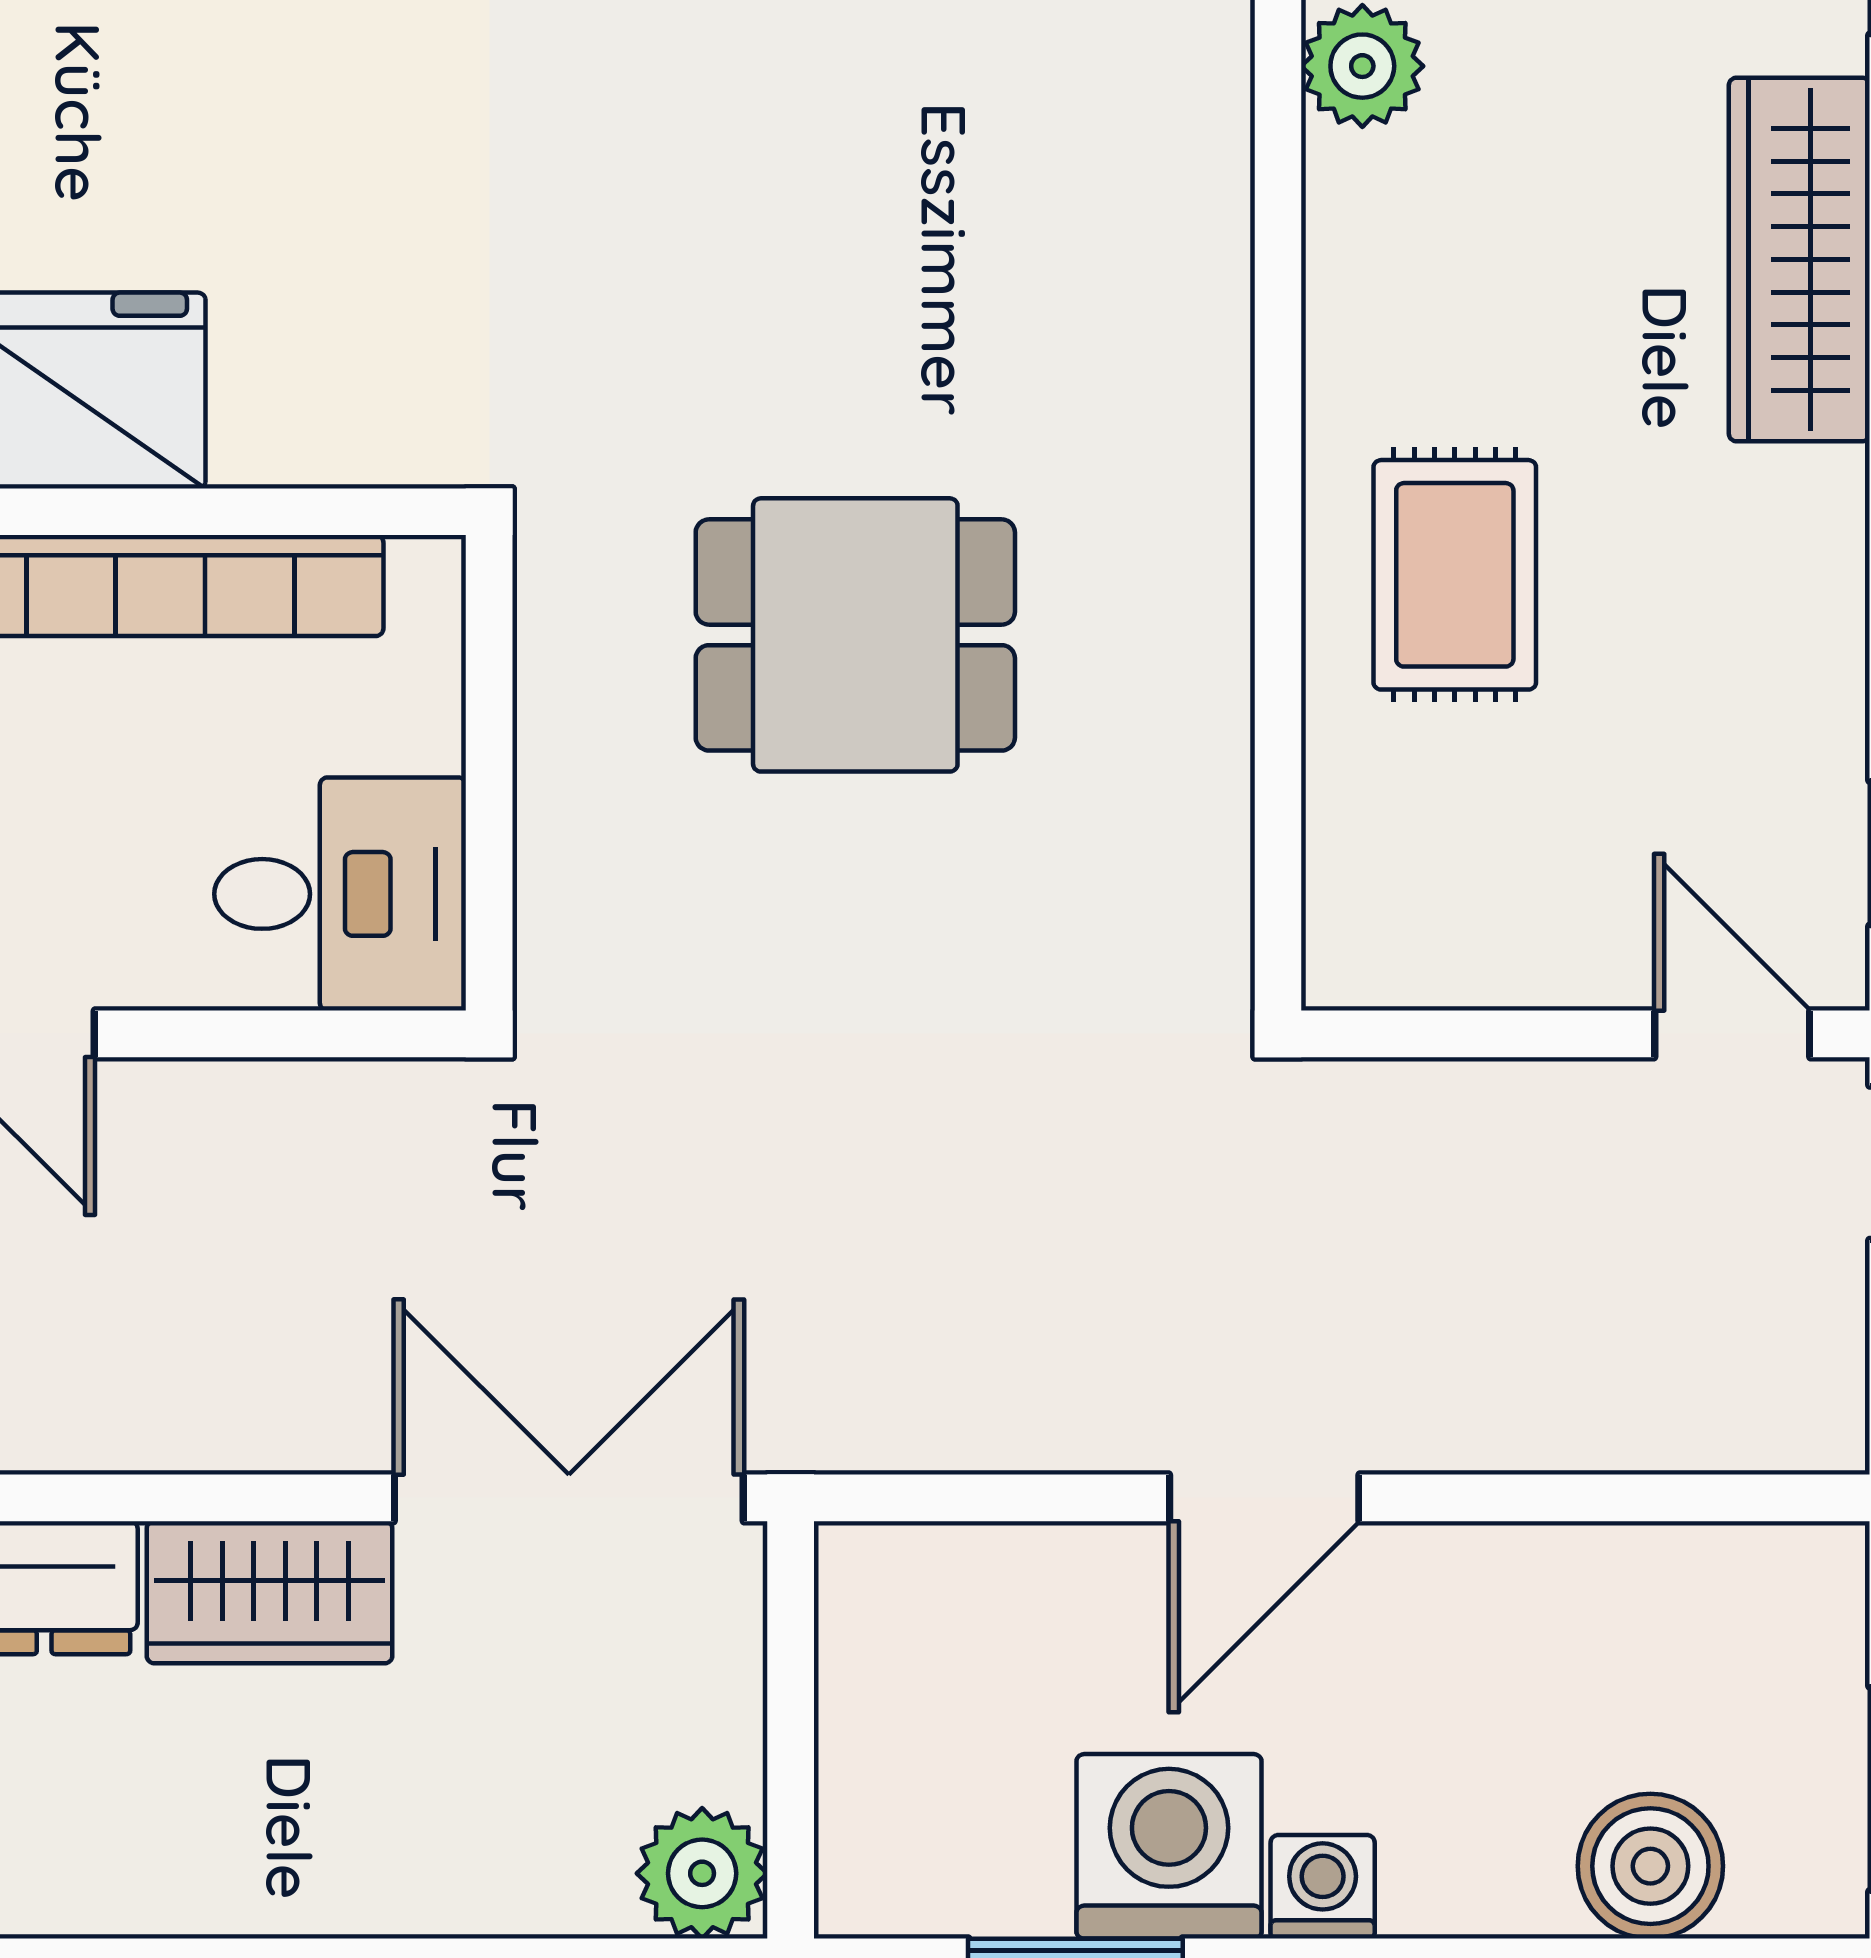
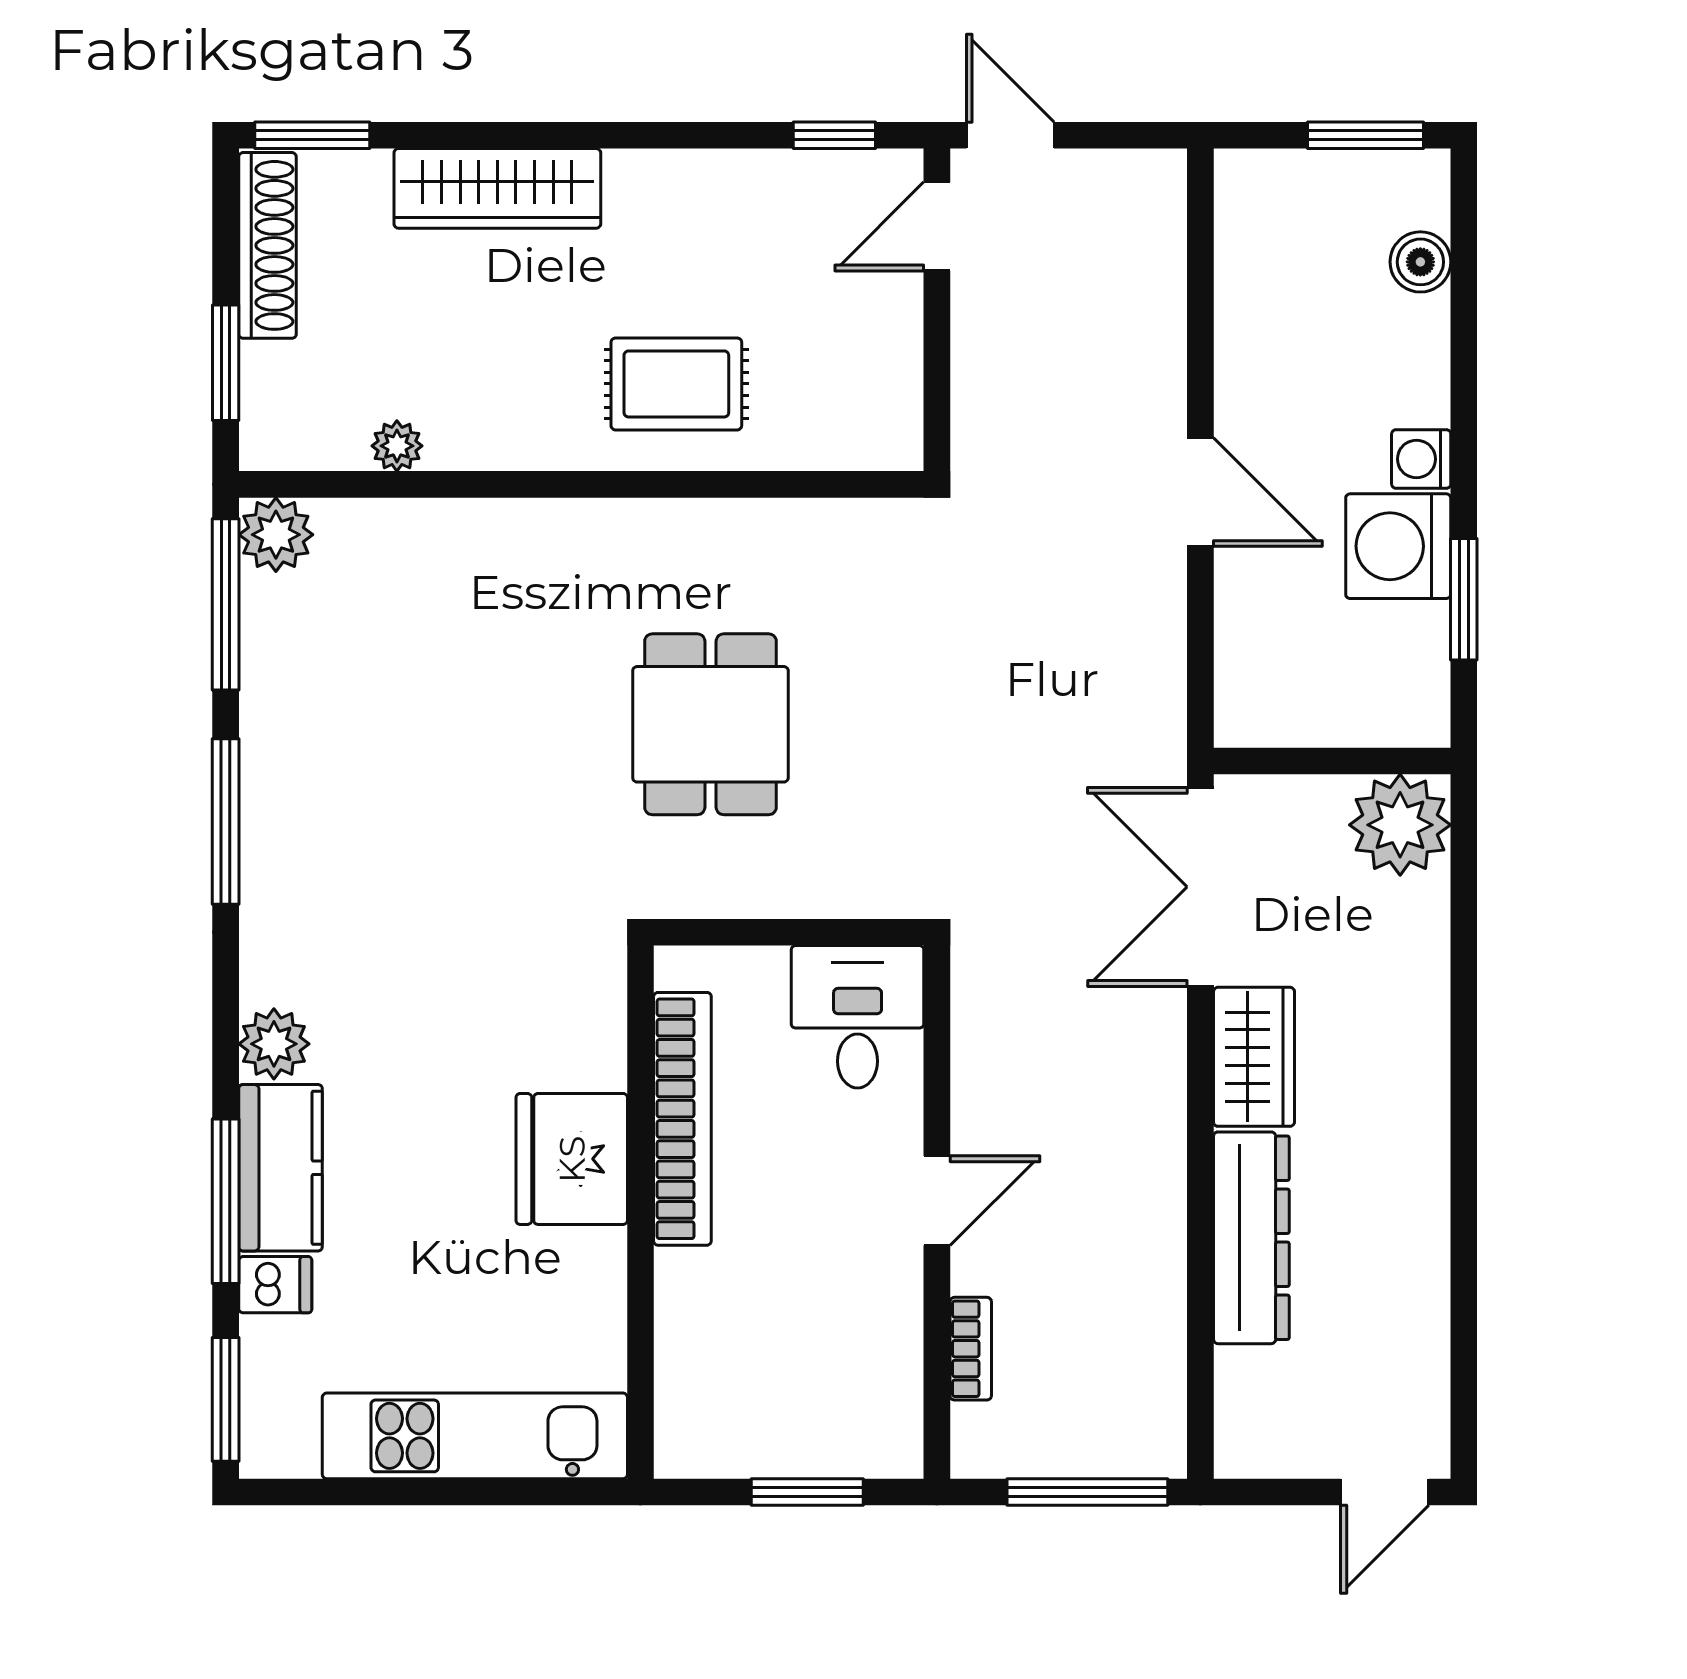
plant: (1362, 66) -> (397, 446), width x0.73, depth x0.73
boiler: (1650, 1866) -> (1420, 262), width x0.73, depth x0.73
plant: (702, 1873) -> (1400, 825), width x1.36, depth x1.36

